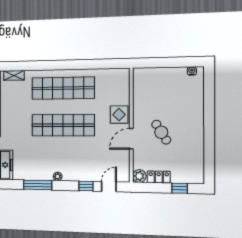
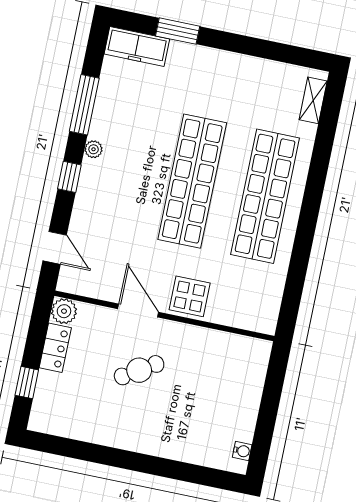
window: (86, 186) -> (69, 177), moved

